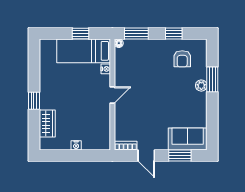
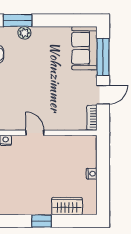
window: (180, 155) -> (103, 57), width x1.44

